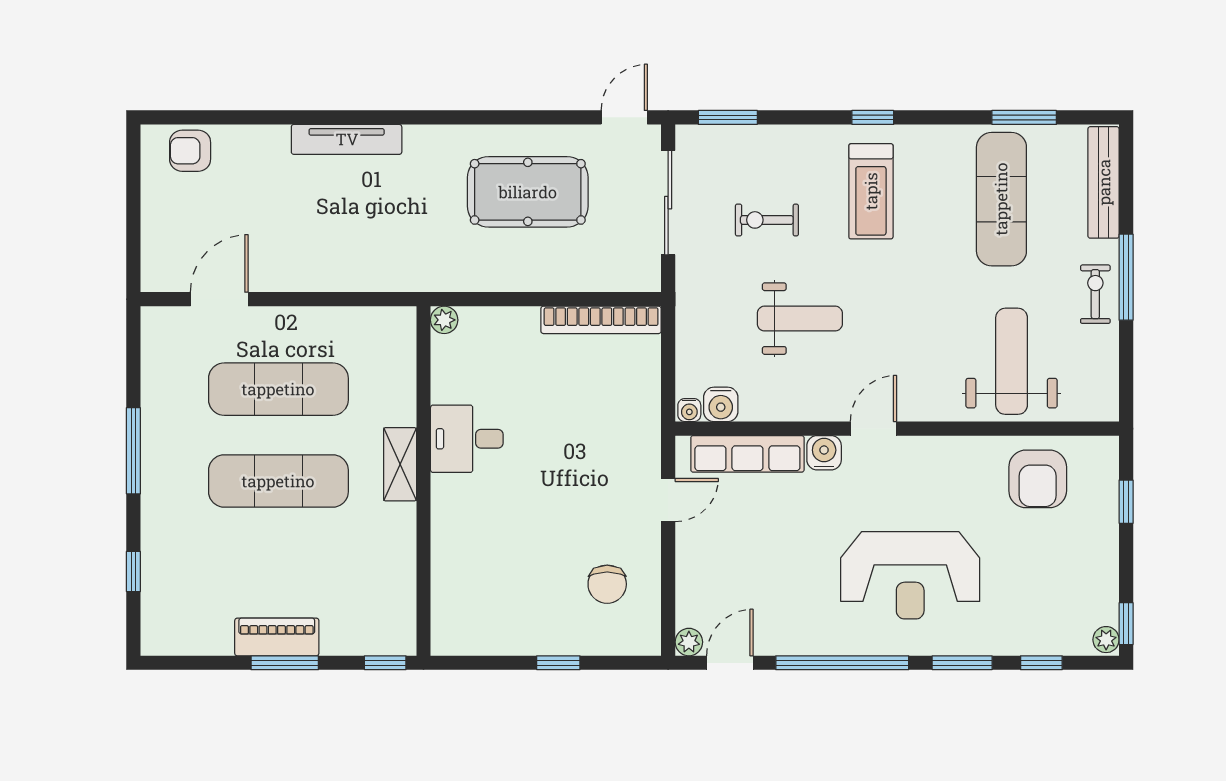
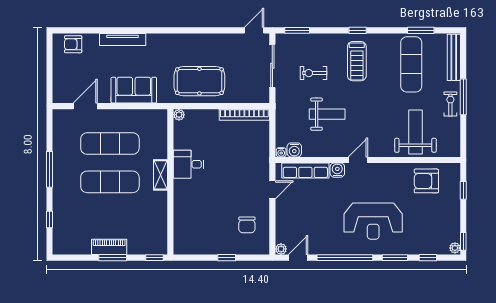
tv unit: (347, 139) -> (123, 39), moved
pool table: (528, 192) -> (199, 81), moved
sofa: (336, 261) -> (134, 90), added
armchair: (1038, 479) -> (426, 181), turned 90

